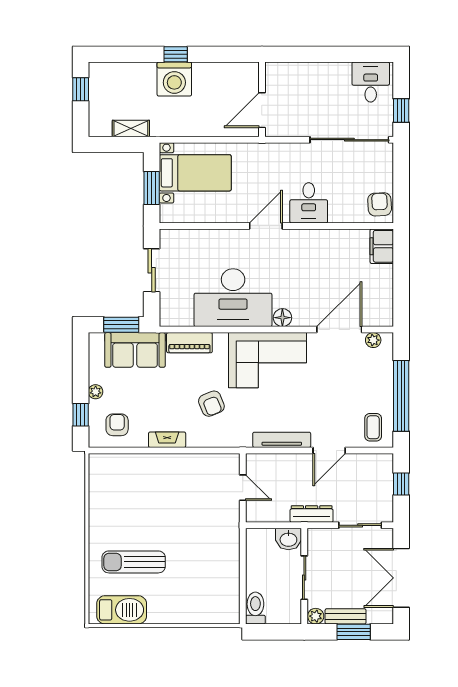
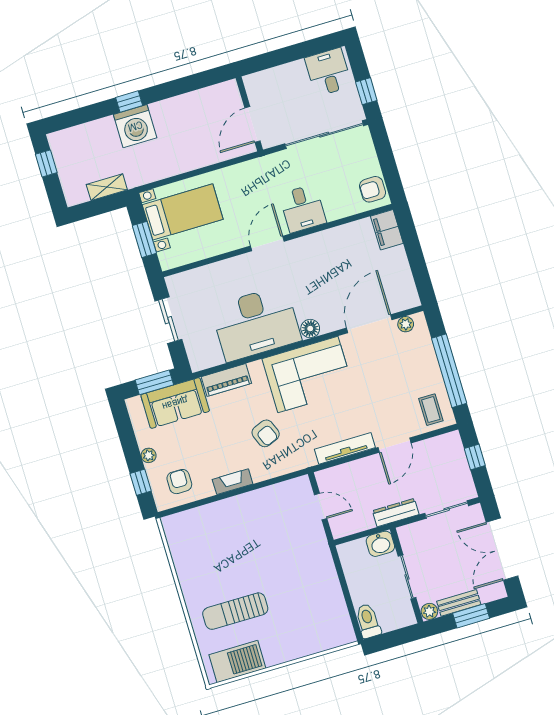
wall: (262, 99) -> (249, 114), moved
door: (262, 110) -> (252, 124), moved
armchair: (380, 204) -> (372, 189), turned -87

